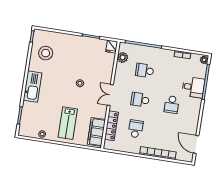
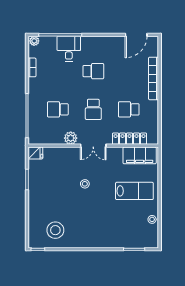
plant: (123, 57) -> (71, 138), moved
school desk: (145, 71) -> (58, 109), turned 90
kitchen sink: (33, 87) -> (98, 239), removed

